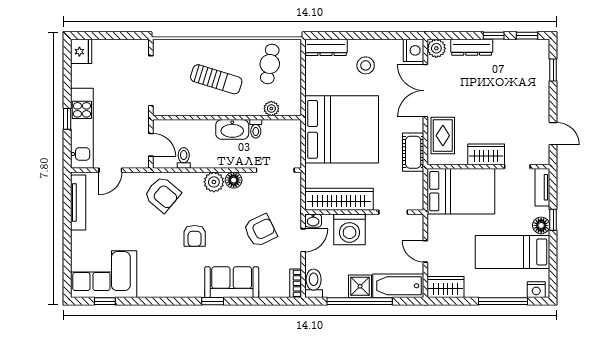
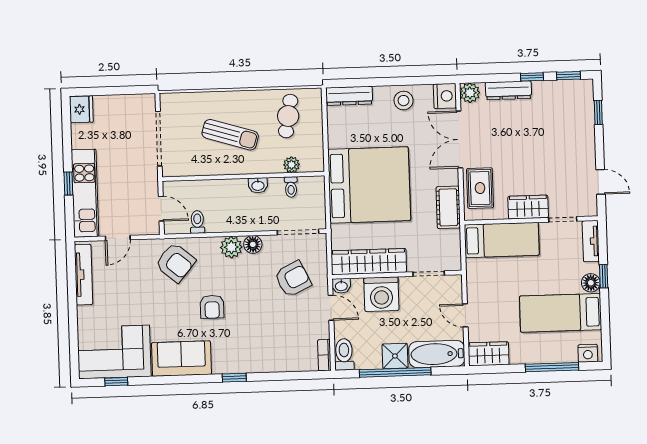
stool: (366, 65) -> (404, 101), moved
washbasin: (232, 129) -> (258, 185), width x0.52, depth x0.69
toilet: (256, 129) -> (291, 187), moved
bed: (461, 191) -> (502, 240), width x0.67
armchair: (260, 230) -> (293, 279), moved
door: (303, 240) -> (331, 308), hinge flipped
sofa: (232, 282) -> (181, 359), moved

